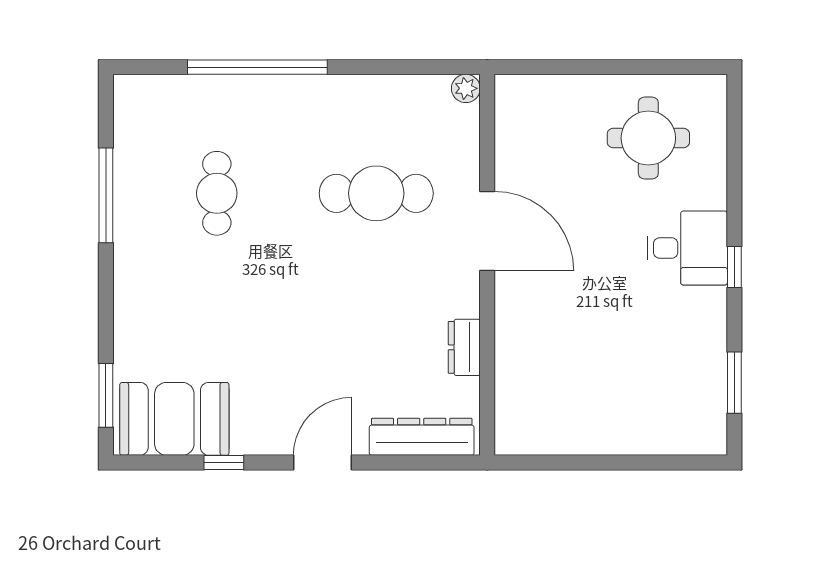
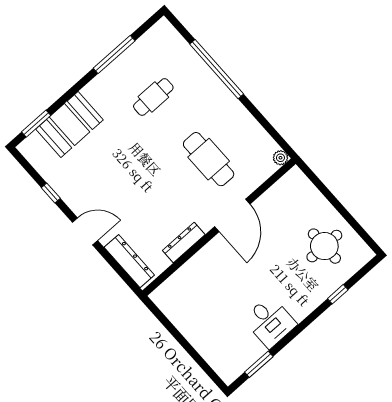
desk: (687, 248) -> (270, 322), moved
window: (734, 267) -> (338, 294), moved
dresser: (464, 347) -> (184, 242), width x1.44
booth: (174, 419) -> (70, 124), moved, turned 90

